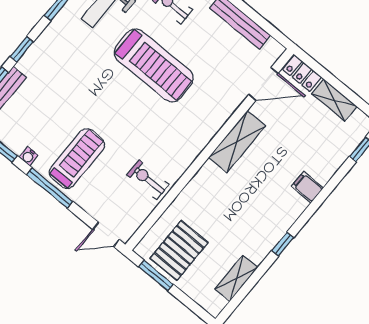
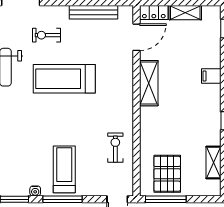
treadmill: (154, 65) -> (64, 79), turned 180
exercise bike: (148, 180) -> (115, 148), turned 90
window: (156, 276) -> (166, 199), width x1.44

